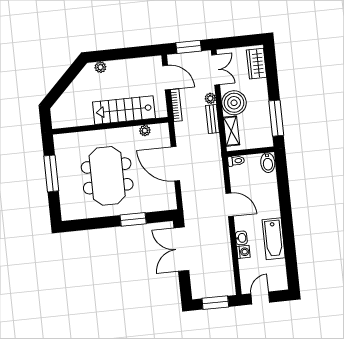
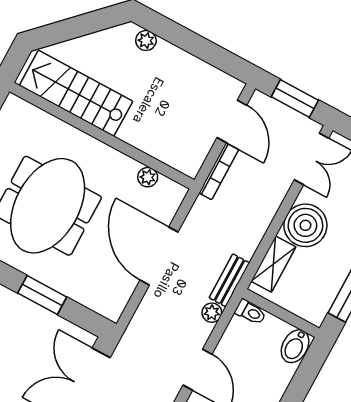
plant: (210, 98) -> (212, 313), moved
stairs: (124, 110) -> (76, 93), moved
bench: (213, 119) -> (229, 280), moved

